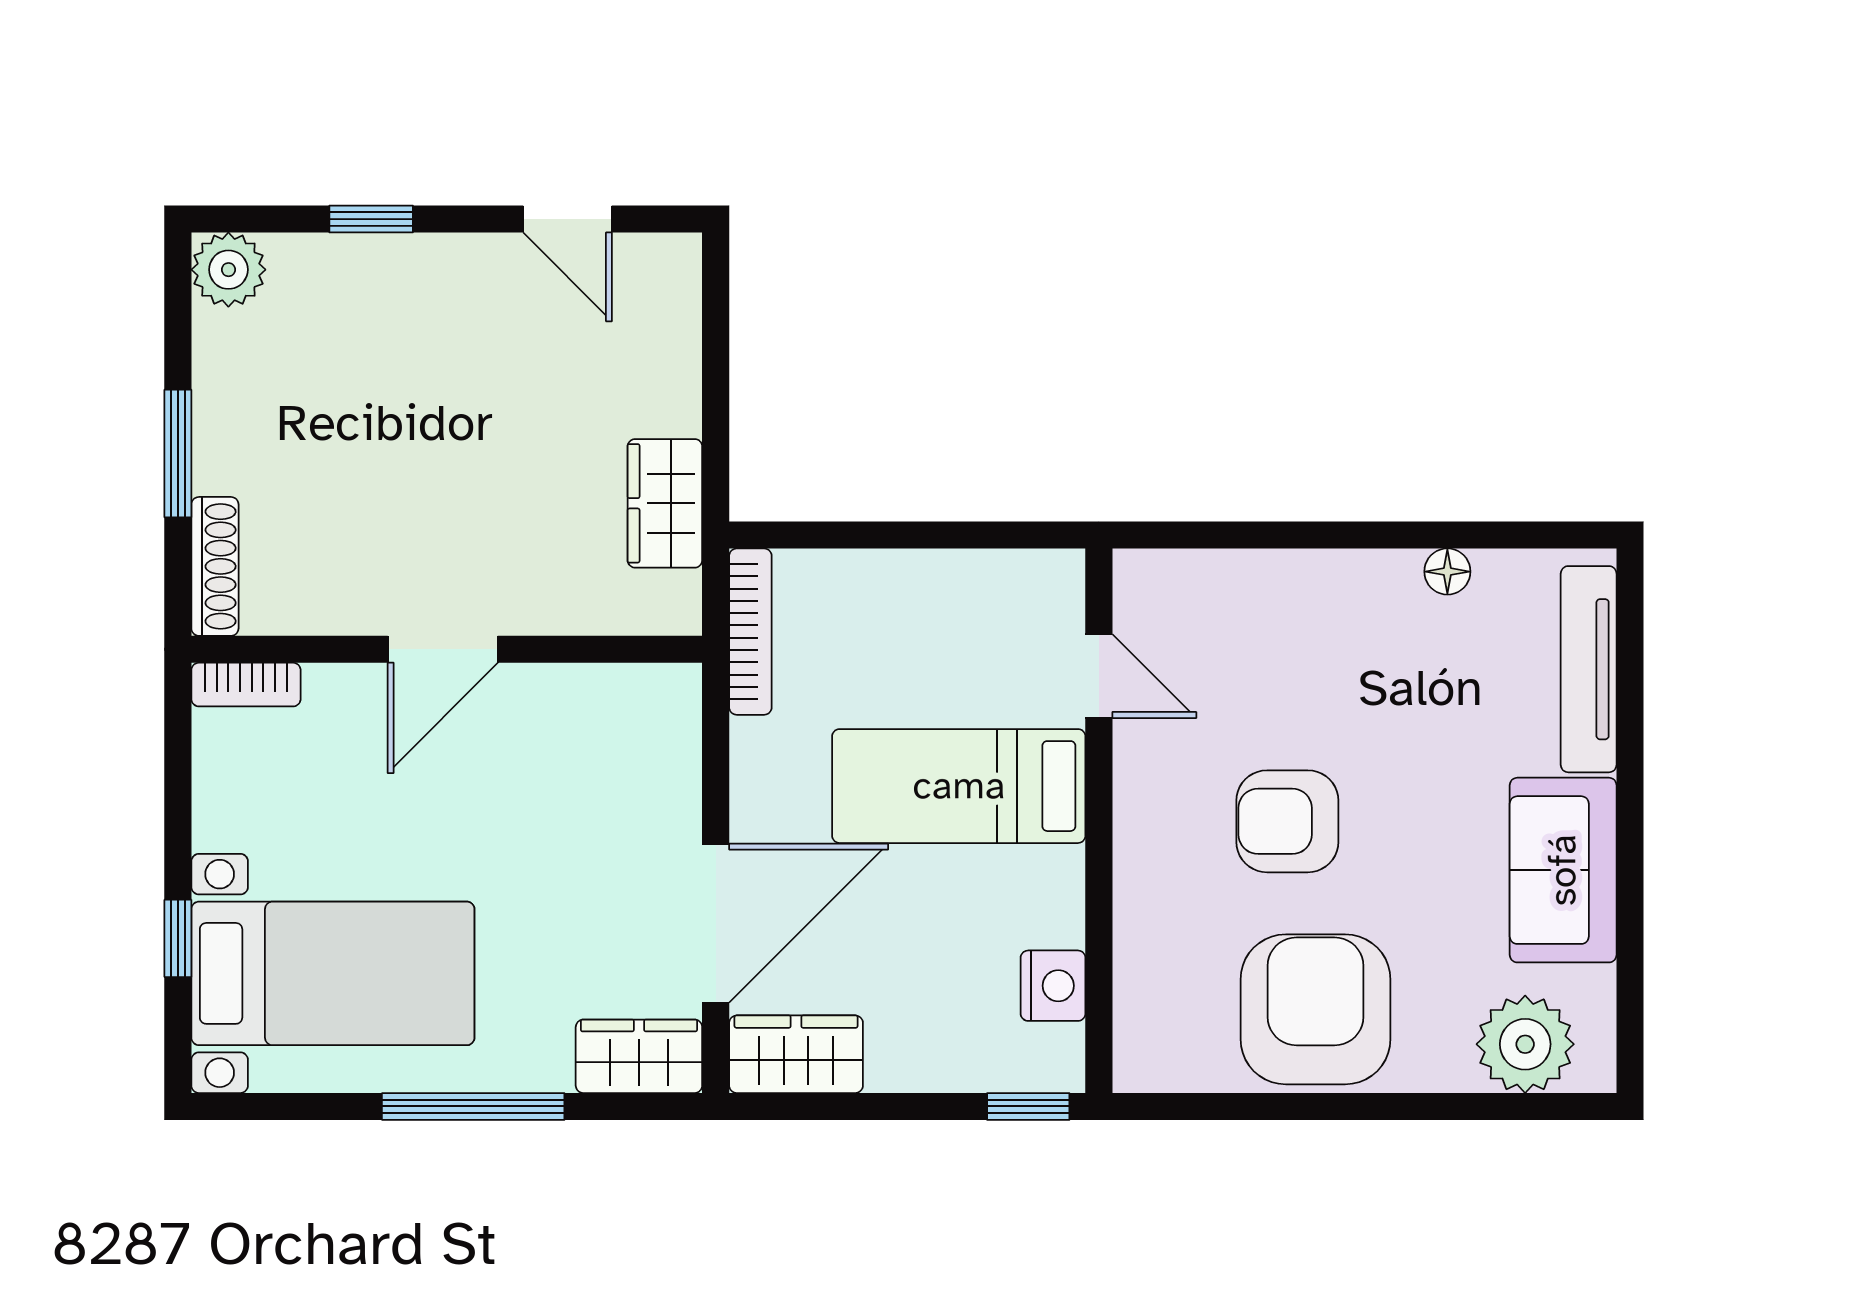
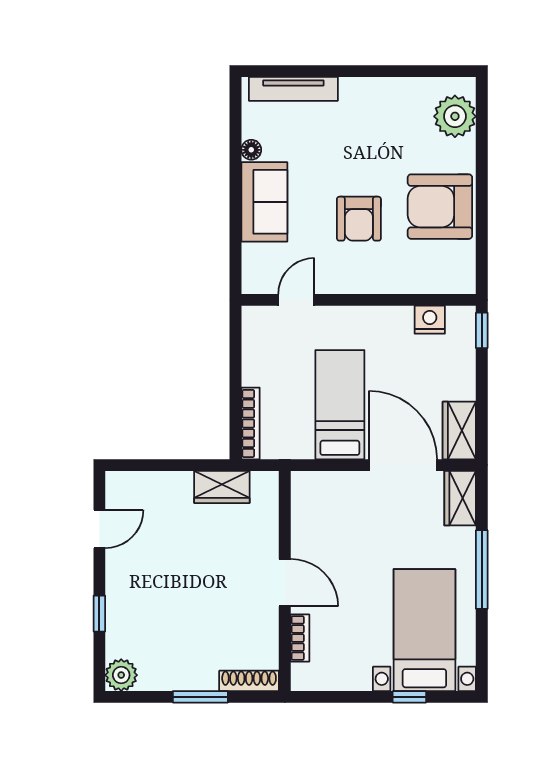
bookcase: (750, 632) -> (251, 423), moved, turned 90
bookcase: (246, 685) -> (300, 638), moved
bed: (959, 786) -> (340, 405), moved, turned 180
sofa: (1563, 870) -> (264, 202), moved, turned -90

